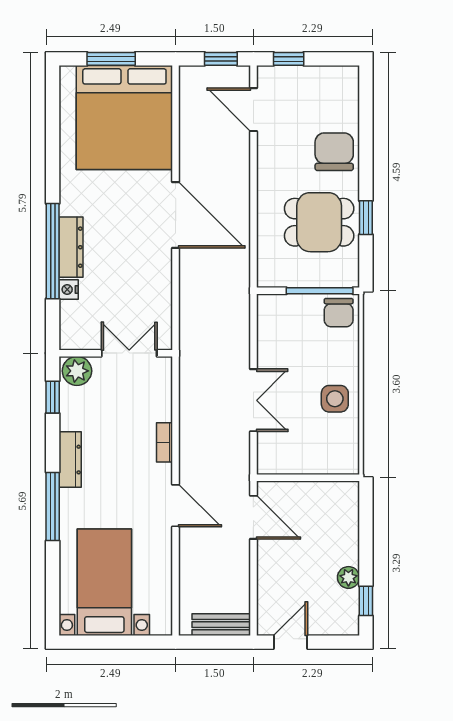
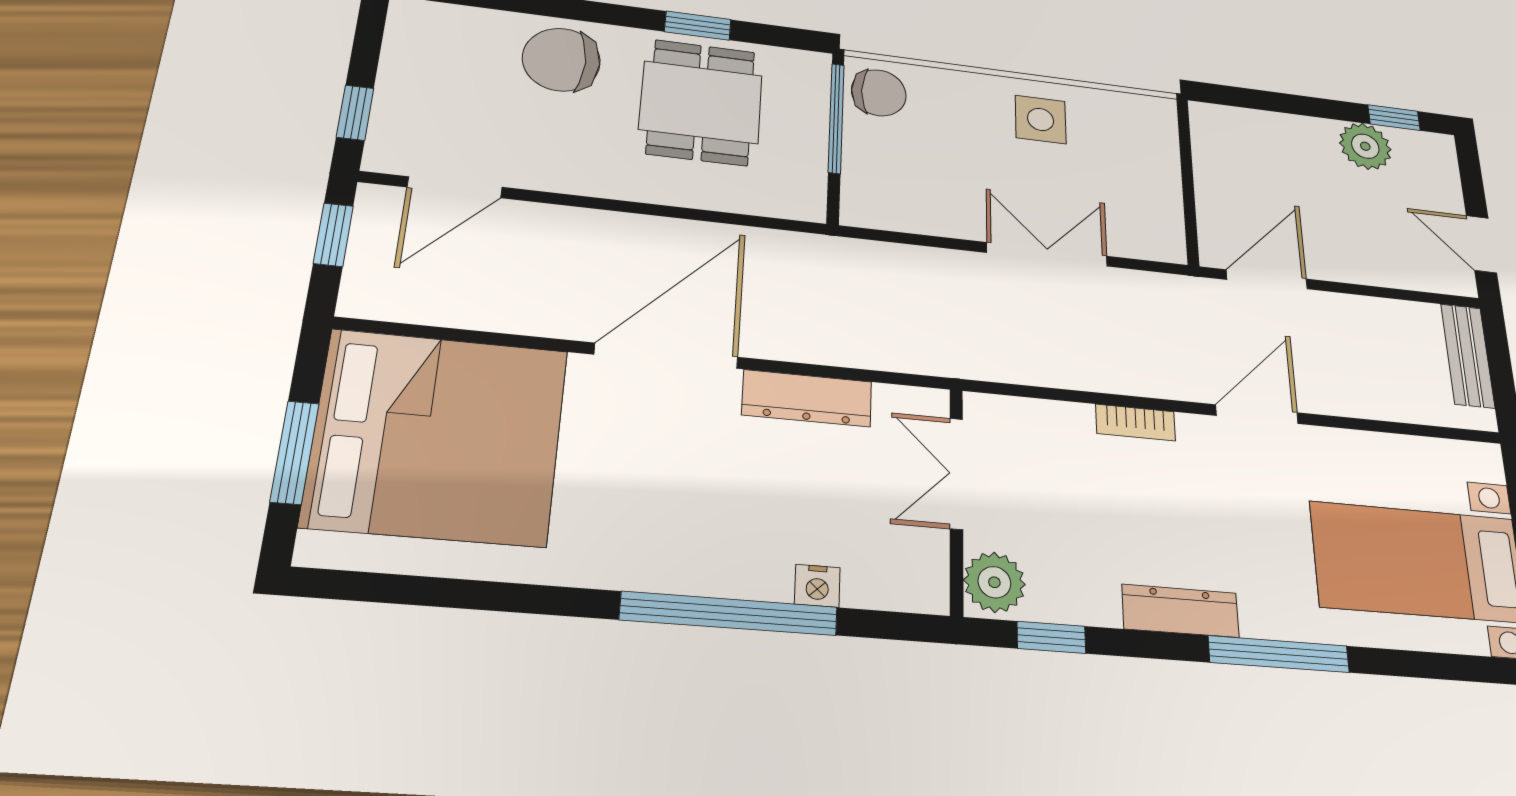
dresser: (71, 247) -> (807, 398), moved, turned 180
plant: (348, 577) -> (1365, 146), width x1.38, depth x1.38

